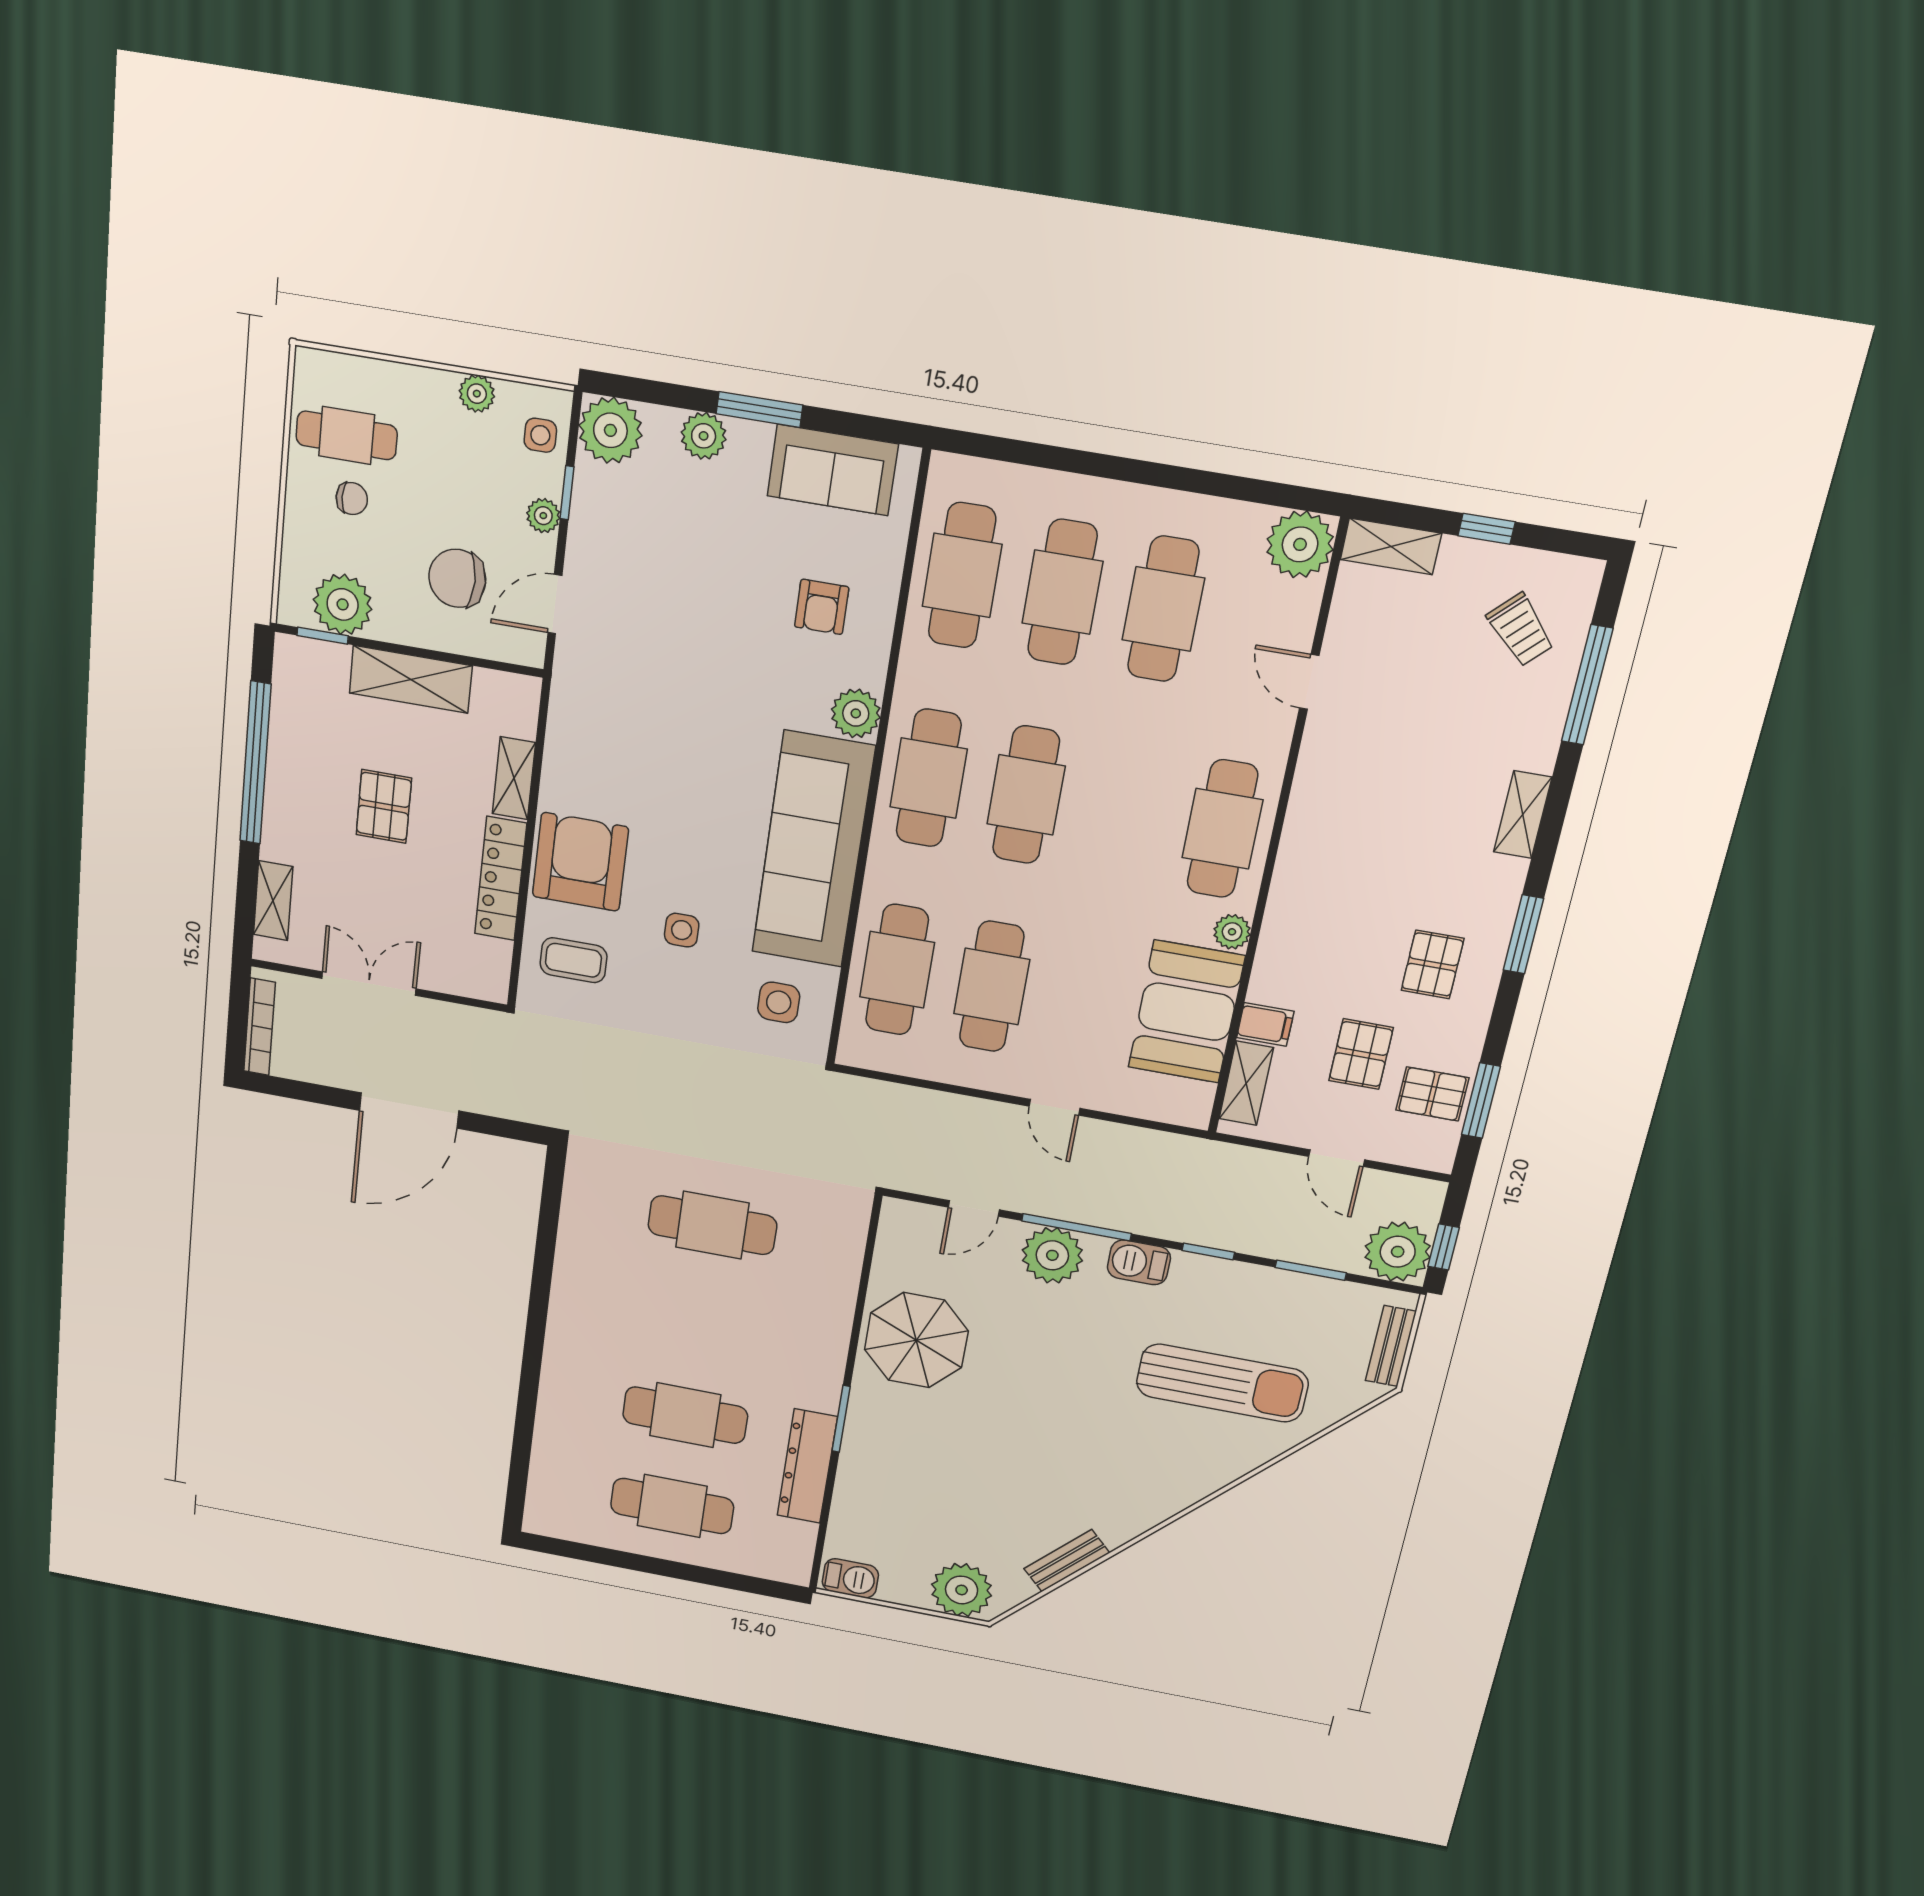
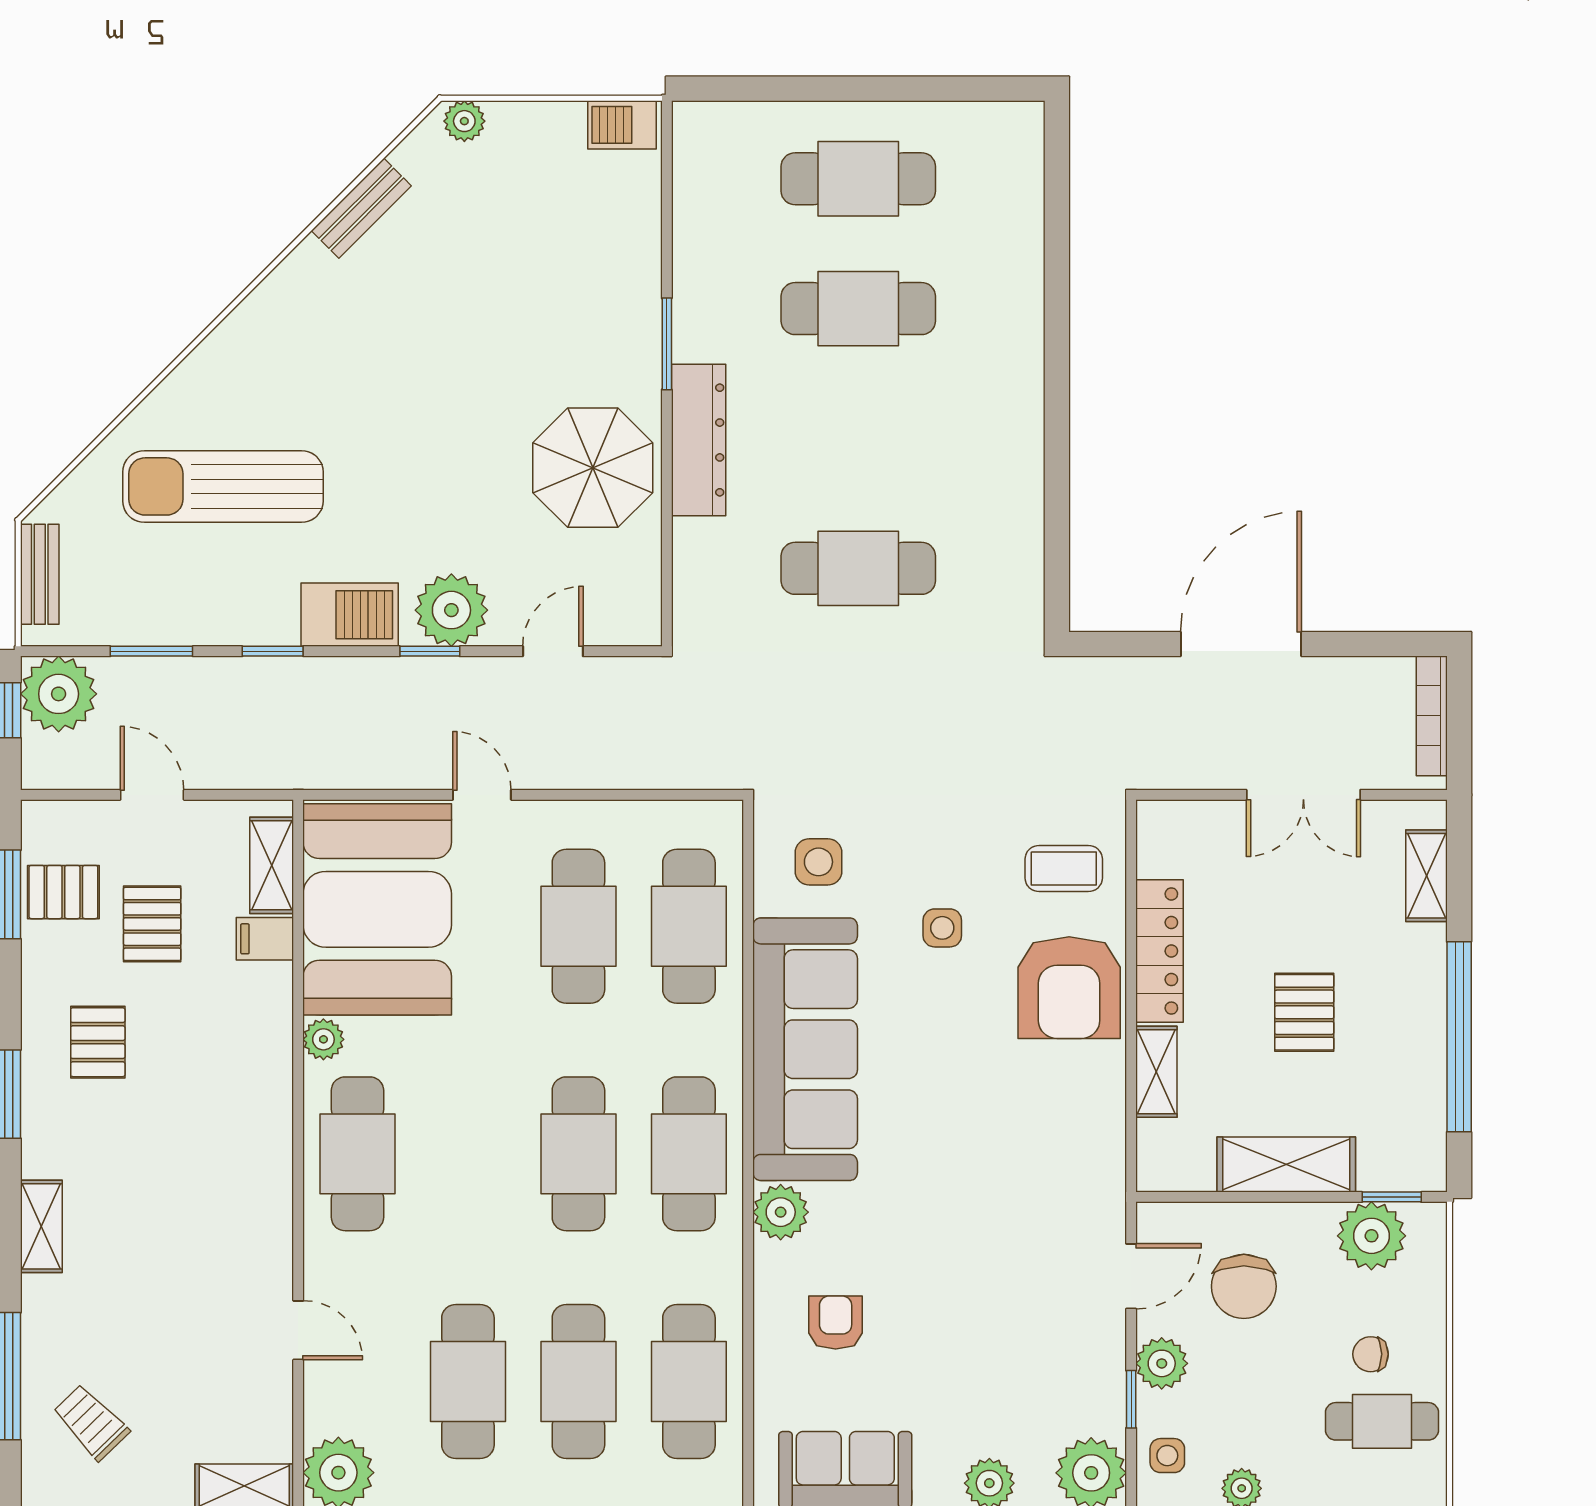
plant: (543, 516) -> (1162, 1363), width x1.38, depth x1.38
chair: (457, 578) -> (1244, 1286), turned 90
booth: (1186, 1012) -> (377, 909), width x1.36, depth x1.42
window: (1077, 1227) -> (430, 651), width x0.46
barbecue: (1139, 1262) -> (350, 615), width x1.38, depth x1.27
dresser: (807, 1466) -> (699, 440), moved
plant: (962, 1590) -> (464, 121), width x0.53, depth x0.53

